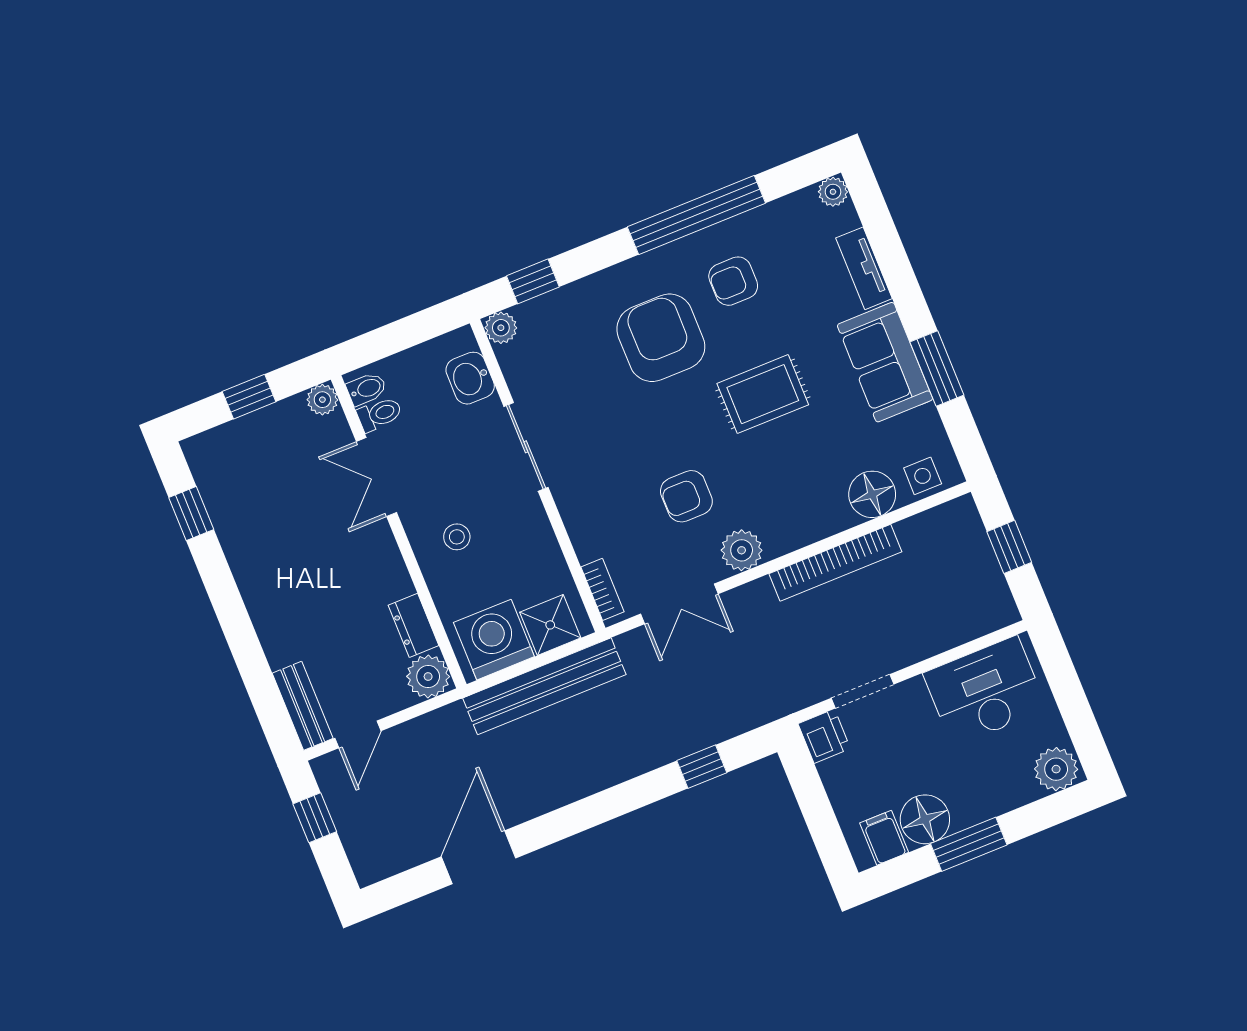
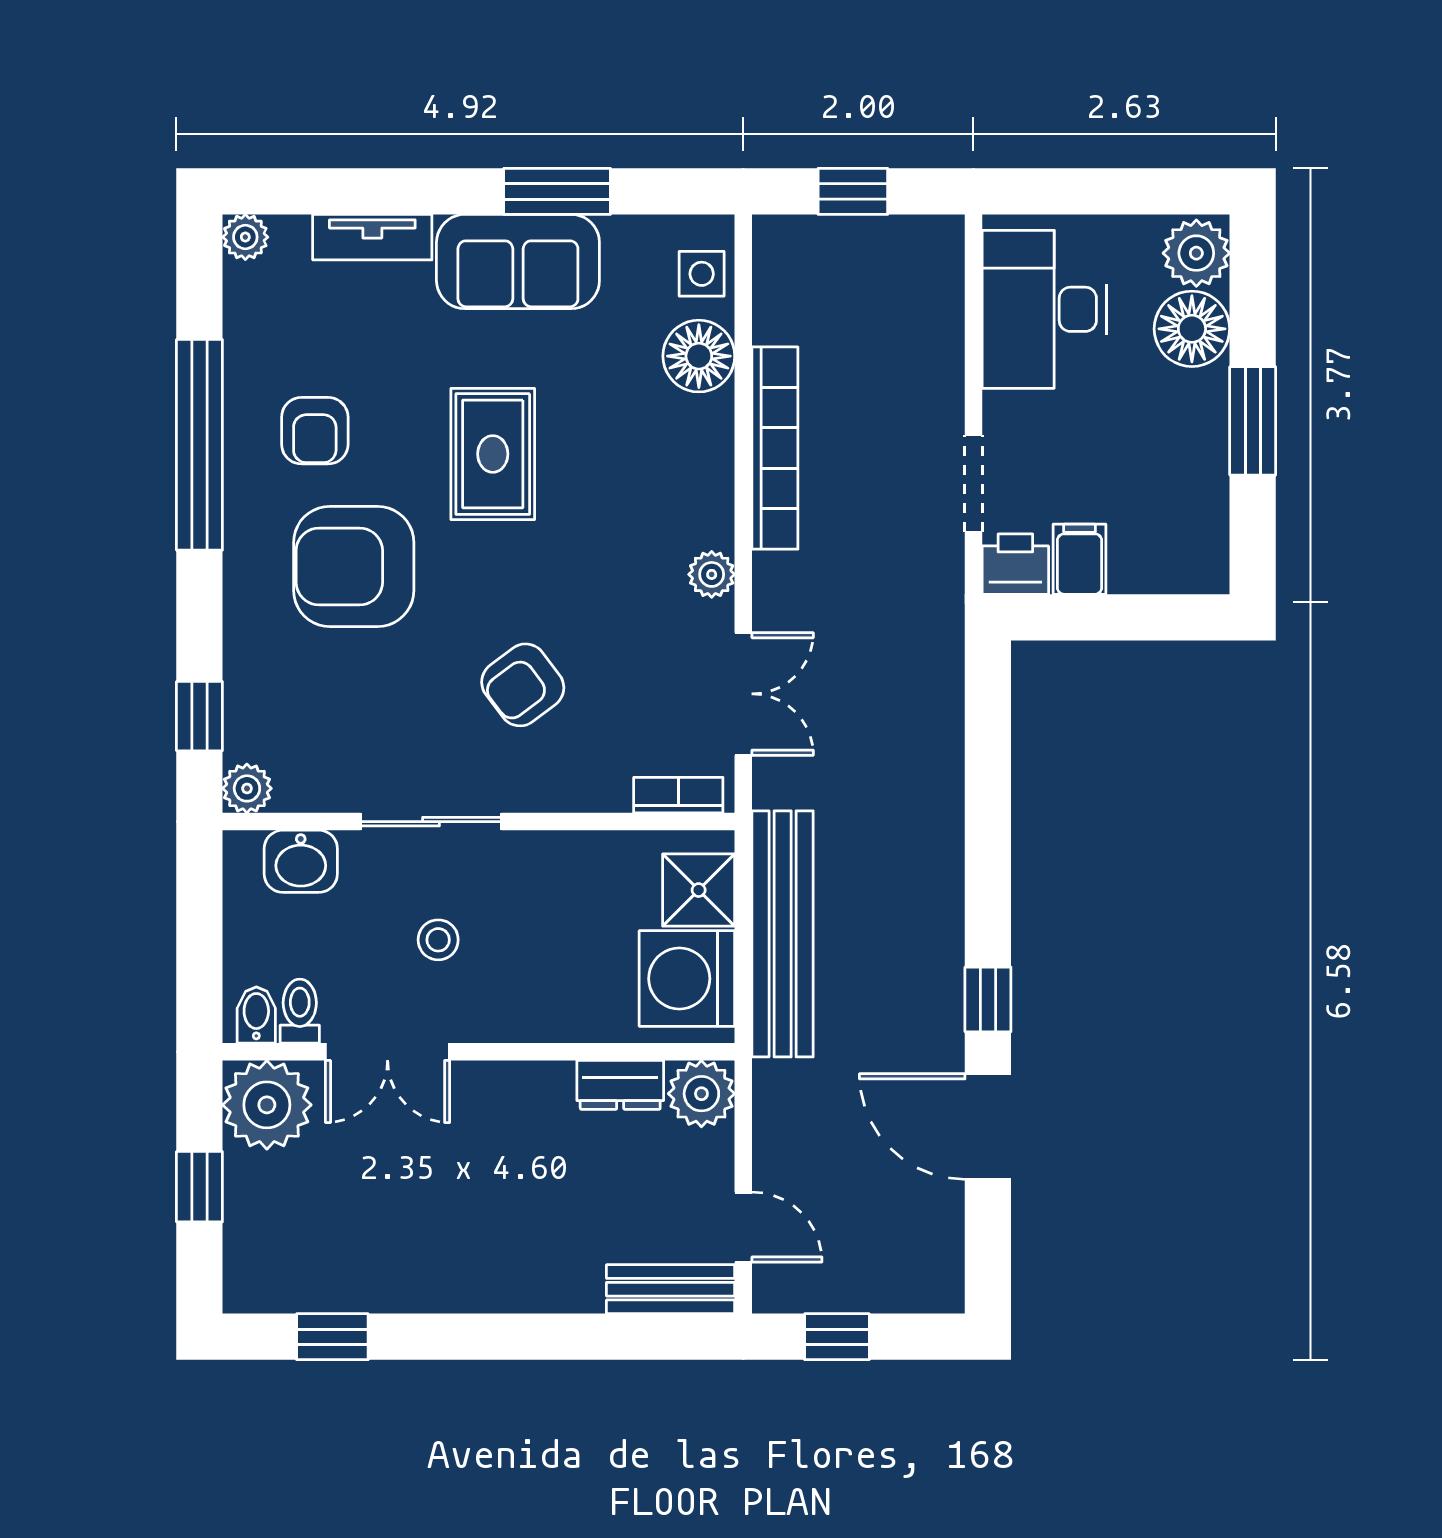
plant: (322, 400) -> (267, 1105), width x1.88, depth x1.88
armchair: (686, 496) -> (523, 685), moved, turned 53
stool: (457, 537) -> (438, 940), moved
plant: (742, 550) -> (712, 574), width x0.73, depth x0.73
window: (702, 767) -> (988, 999), moved
floor lamp: (925, 819) -> (1192, 329), moved
filing cabinet: (884, 838) -> (1080, 559), moved, turned 90

